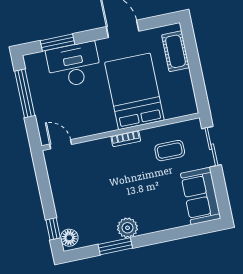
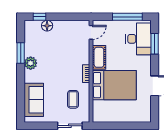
cot: (175, 51) -> (99, 57), moved, turned 90
desk: (74, 65) -> (139, 39), moved
sofa: (201, 196) -> (34, 100), moved, turned 90
floor lamp: (69, 238) -> (47, 26), moved

